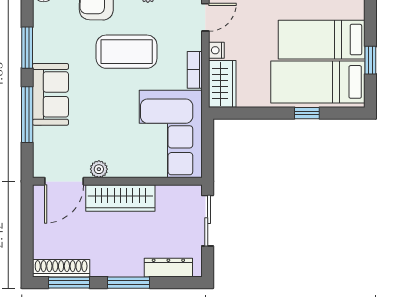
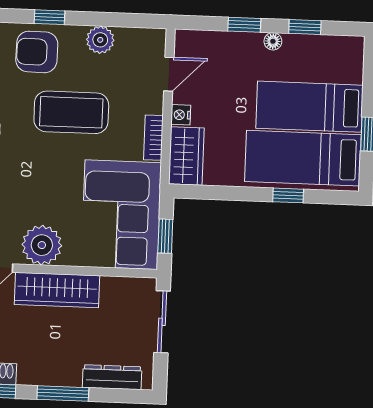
window: (208, 150) -> (165, 236), added
plant: (99, 169) -> (42, 245), width x1.88, depth x1.88

